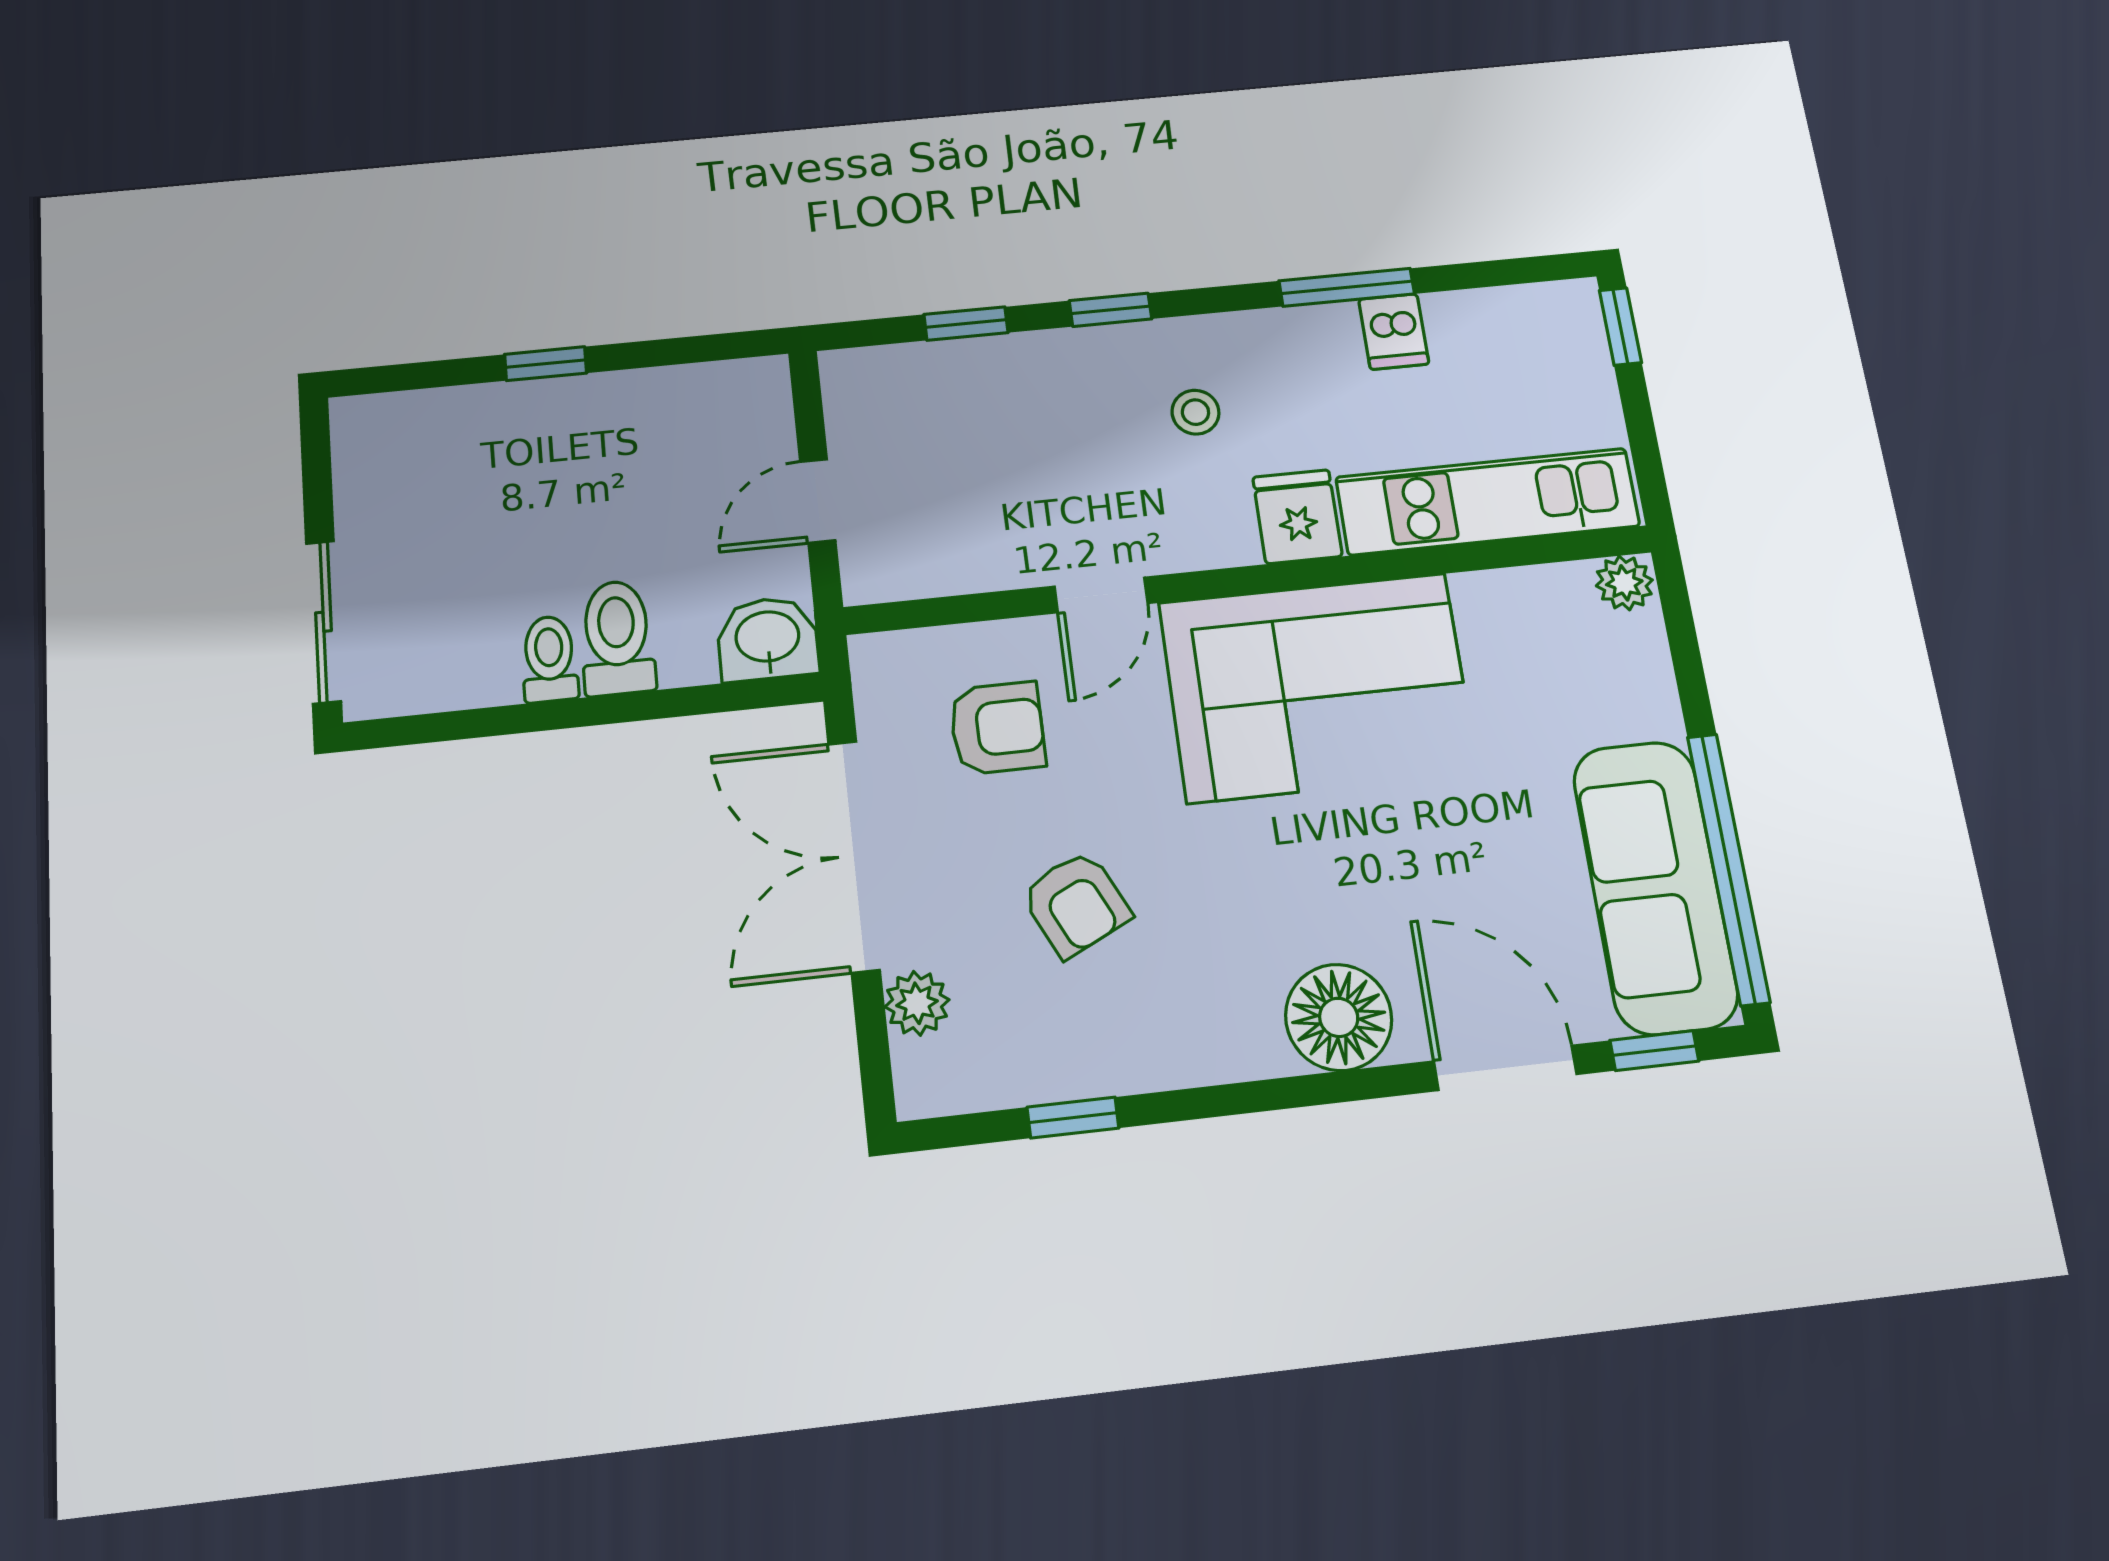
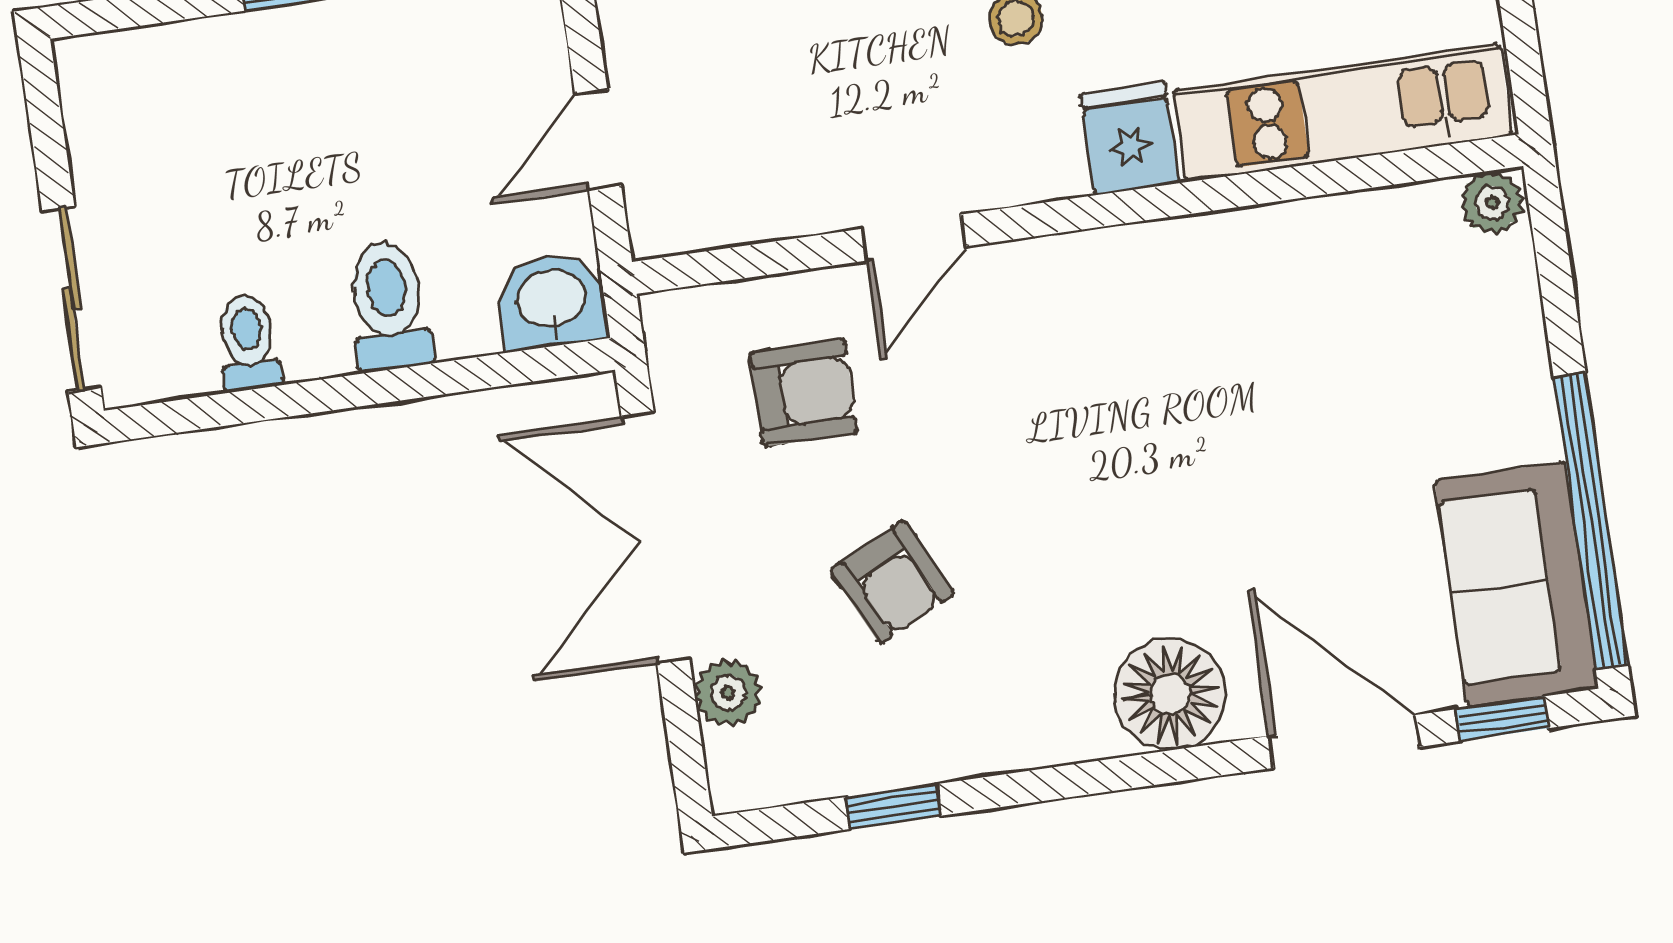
toilet: (549, 659) -> (248, 342), moved
corner sofa: (1318, 687) -> (1151, 335), removed
sofa: (1655, 887) -> (1517, 584), width x0.73

